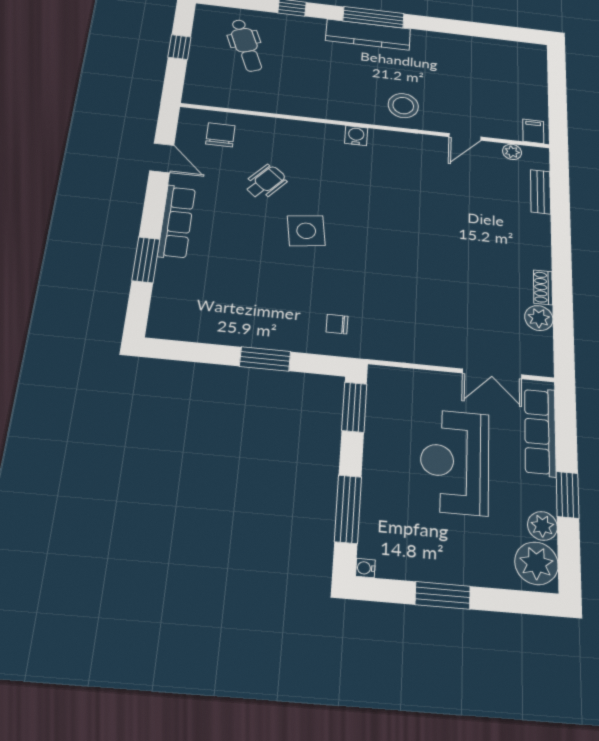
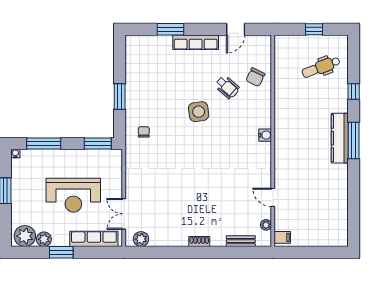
stool: (403, 106) -> (290, 161), removed
chair: (220, 135) -> (255, 77), moved, turned 116
shoe rack: (543, 287) -> (199, 242), moved
plant: (539, 318) -> (141, 239), moved
reception desk: (455, 462) -> (73, 195), turned 180

